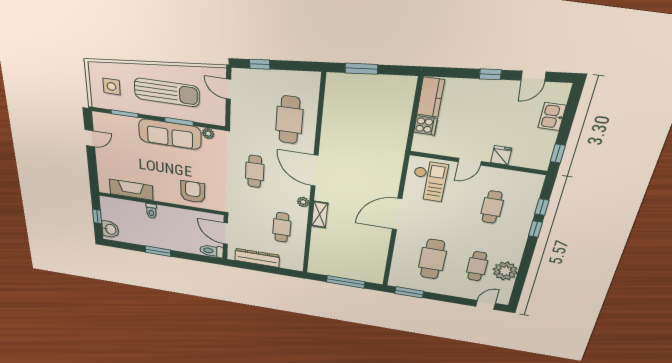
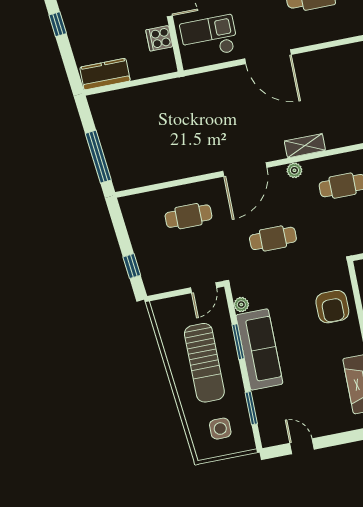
window: (361, 69) -> (98, 157), width x1.44
door: (228, 89) -> (204, 288), moved
sun lounger: (167, 92) -> (204, 363), turned 180
cafe table: (289, 120) -> (188, 216), width x0.73, depth x0.74
cooker: (425, 125) -> (159, 38), moved, turned -90
armchair: (193, 192) -> (332, 307), turned -90

